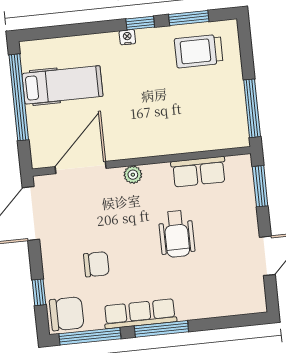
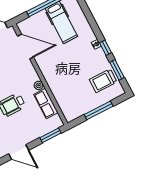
trolley: (199, 51) -> (103, 81), turned -90
window: (252, 108) -> (99, 110), moved
plant: (133, 175) -> (39, 85), moved

